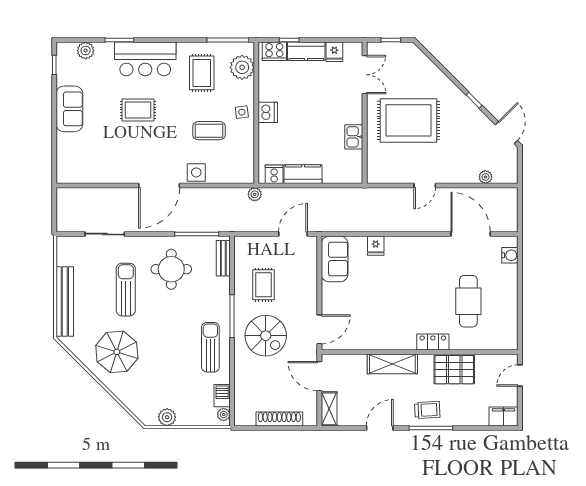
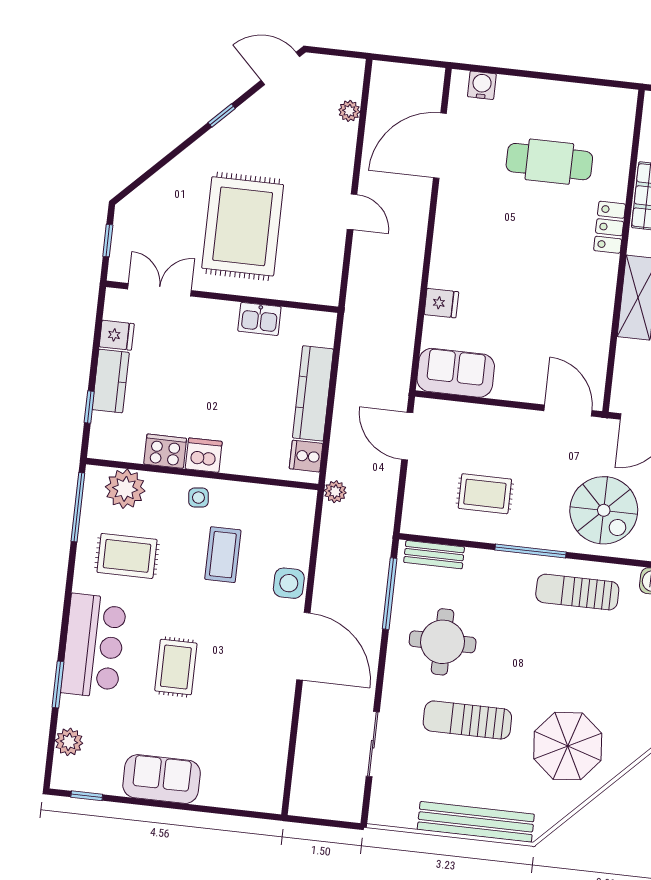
cooker: (274, 51) -> (165, 451), moved, turned -90
kitchen counter: (303, 174) -> (313, 393), width x1.50
spiral stairs: (266, 336) -> (604, 510), moved, turned 90

